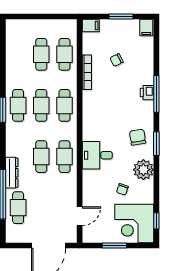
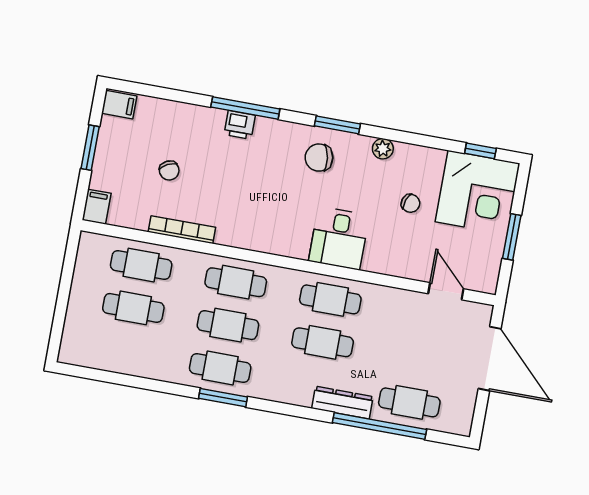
plant: (143, 170) -> (383, 149), width x0.53, depth x0.53

